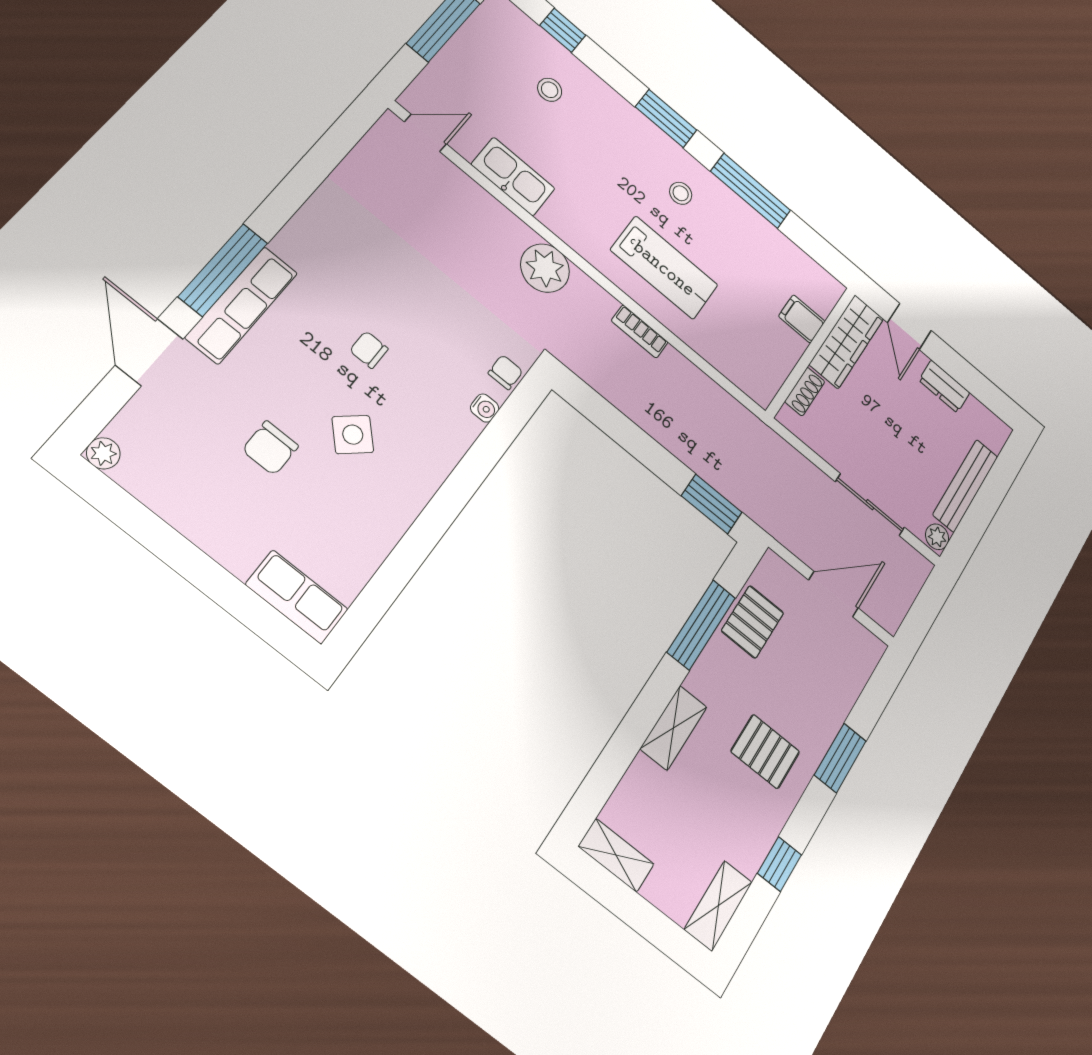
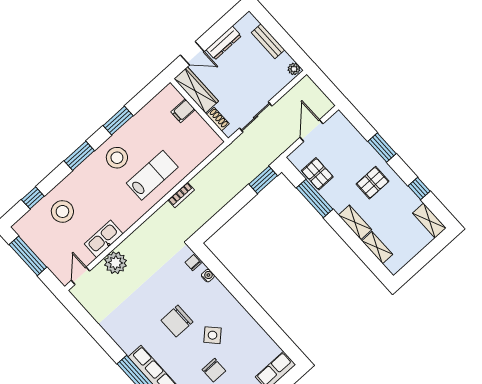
stool: (550, 90) -> (62, 211), width x1.89, depth x1.89
window: (751, 191) -> (118, 121), width x0.69
stool: (681, 193) -> (117, 158), width x1.89, depth x1.89
plant: (545, 268) -> (115, 263), moved
chair: (369, 350) -> (177, 321), width x1.87, depth x1.87
dresser: (944, 386) -> (224, 43), width x1.44
bench: (965, 486) -> (268, 41), width x0.73
sliding door: (870, 505) -> (256, 117), moved
shelving: (616, 855) -> (377, 248), moved, turned 90

